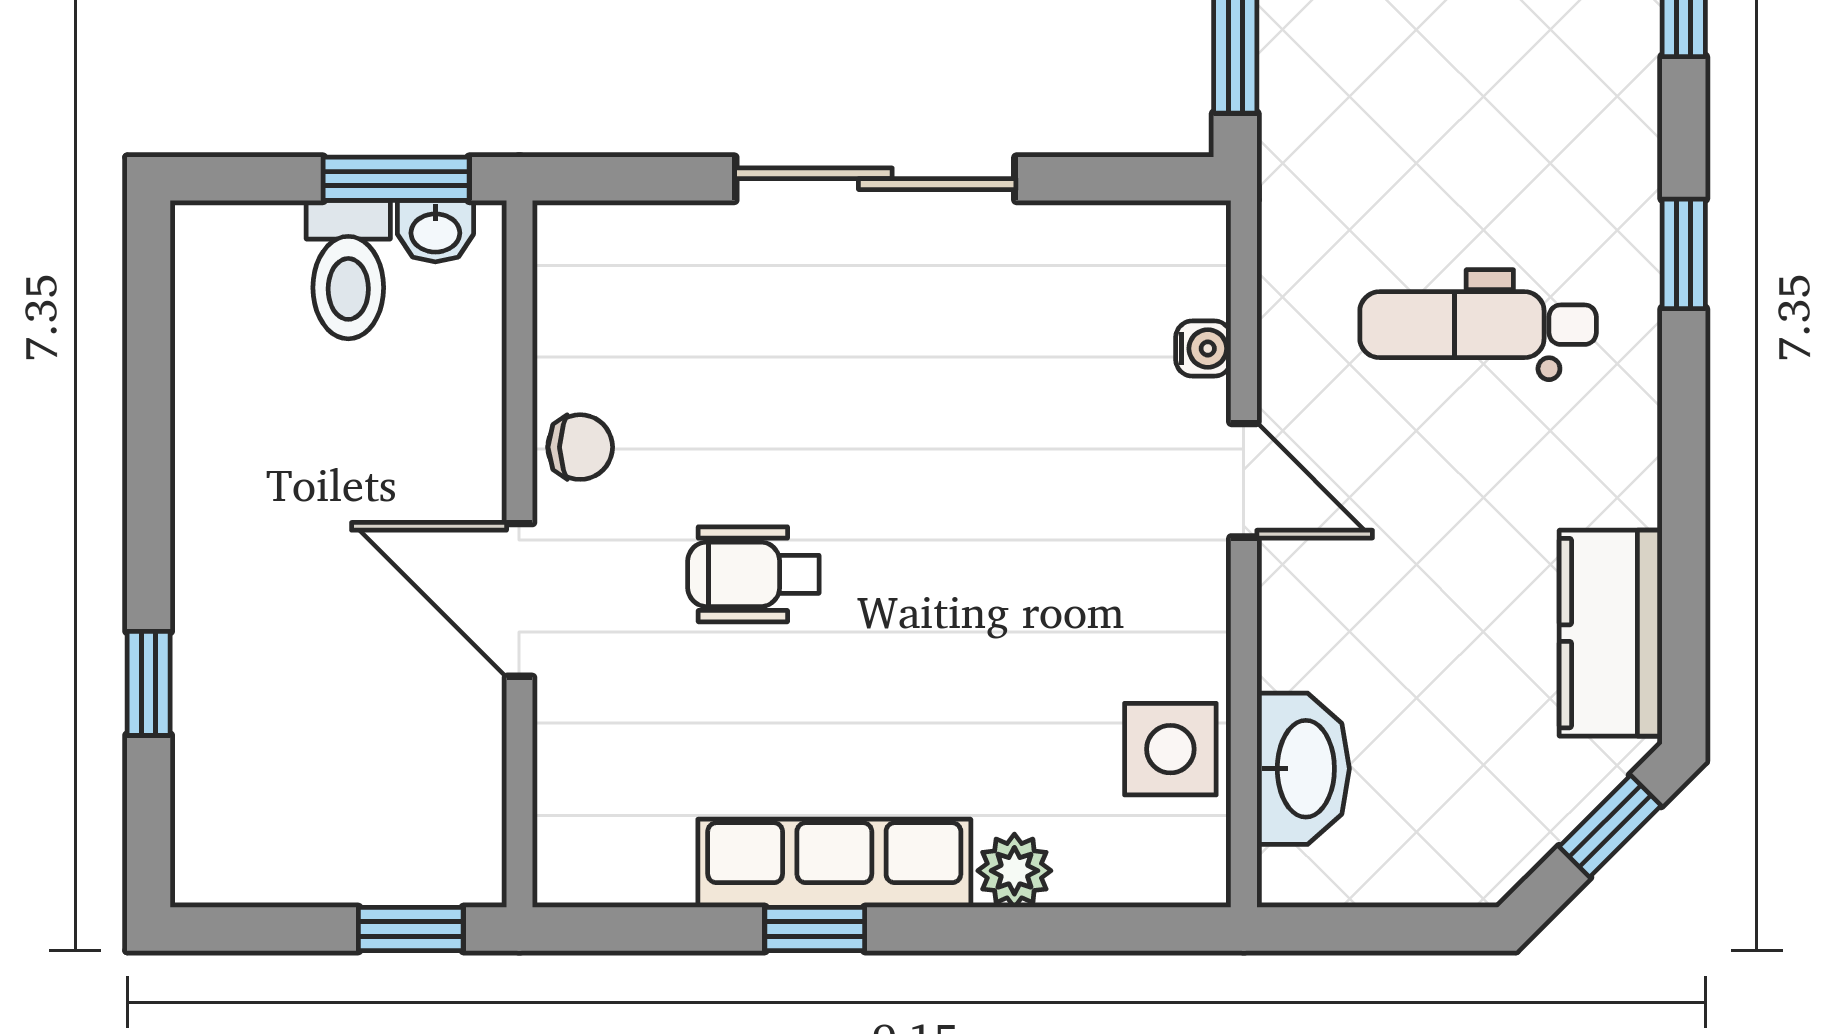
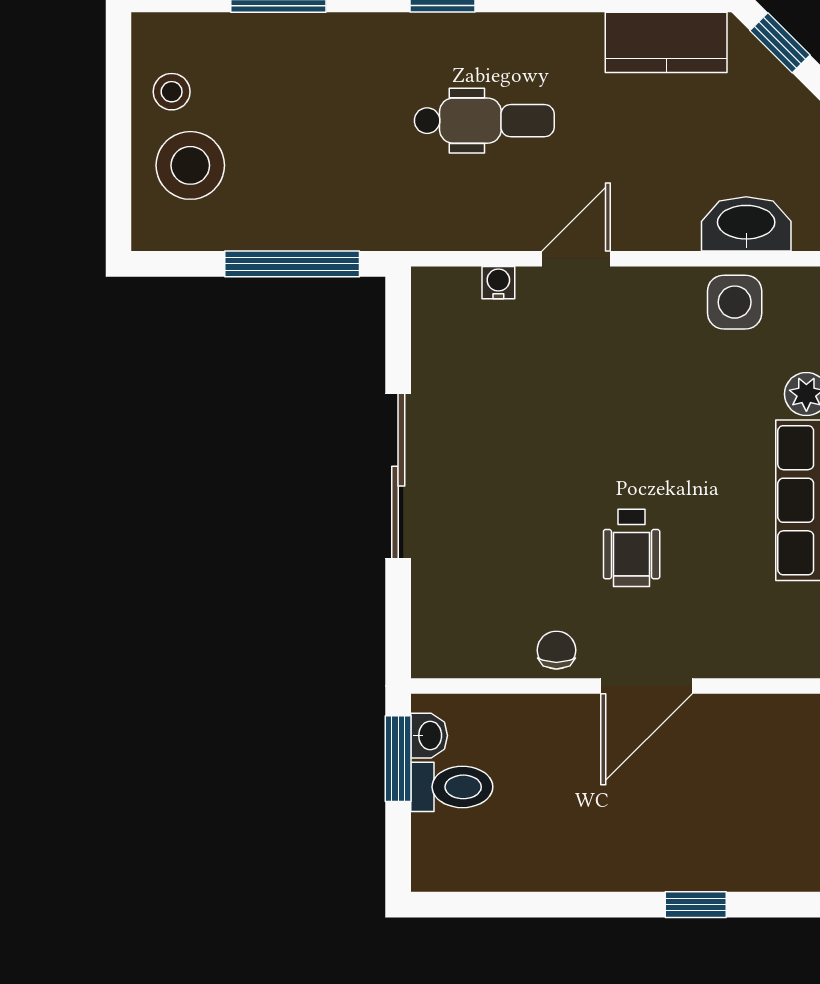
dental chair: (1478, 325) -> (484, 121), turned -90

